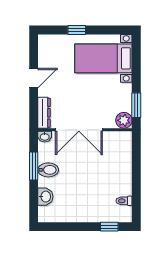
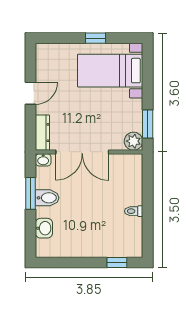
window: (77, 30) -> (96, 38), moved
toilet: (124, 201) -> (134, 211), moved

